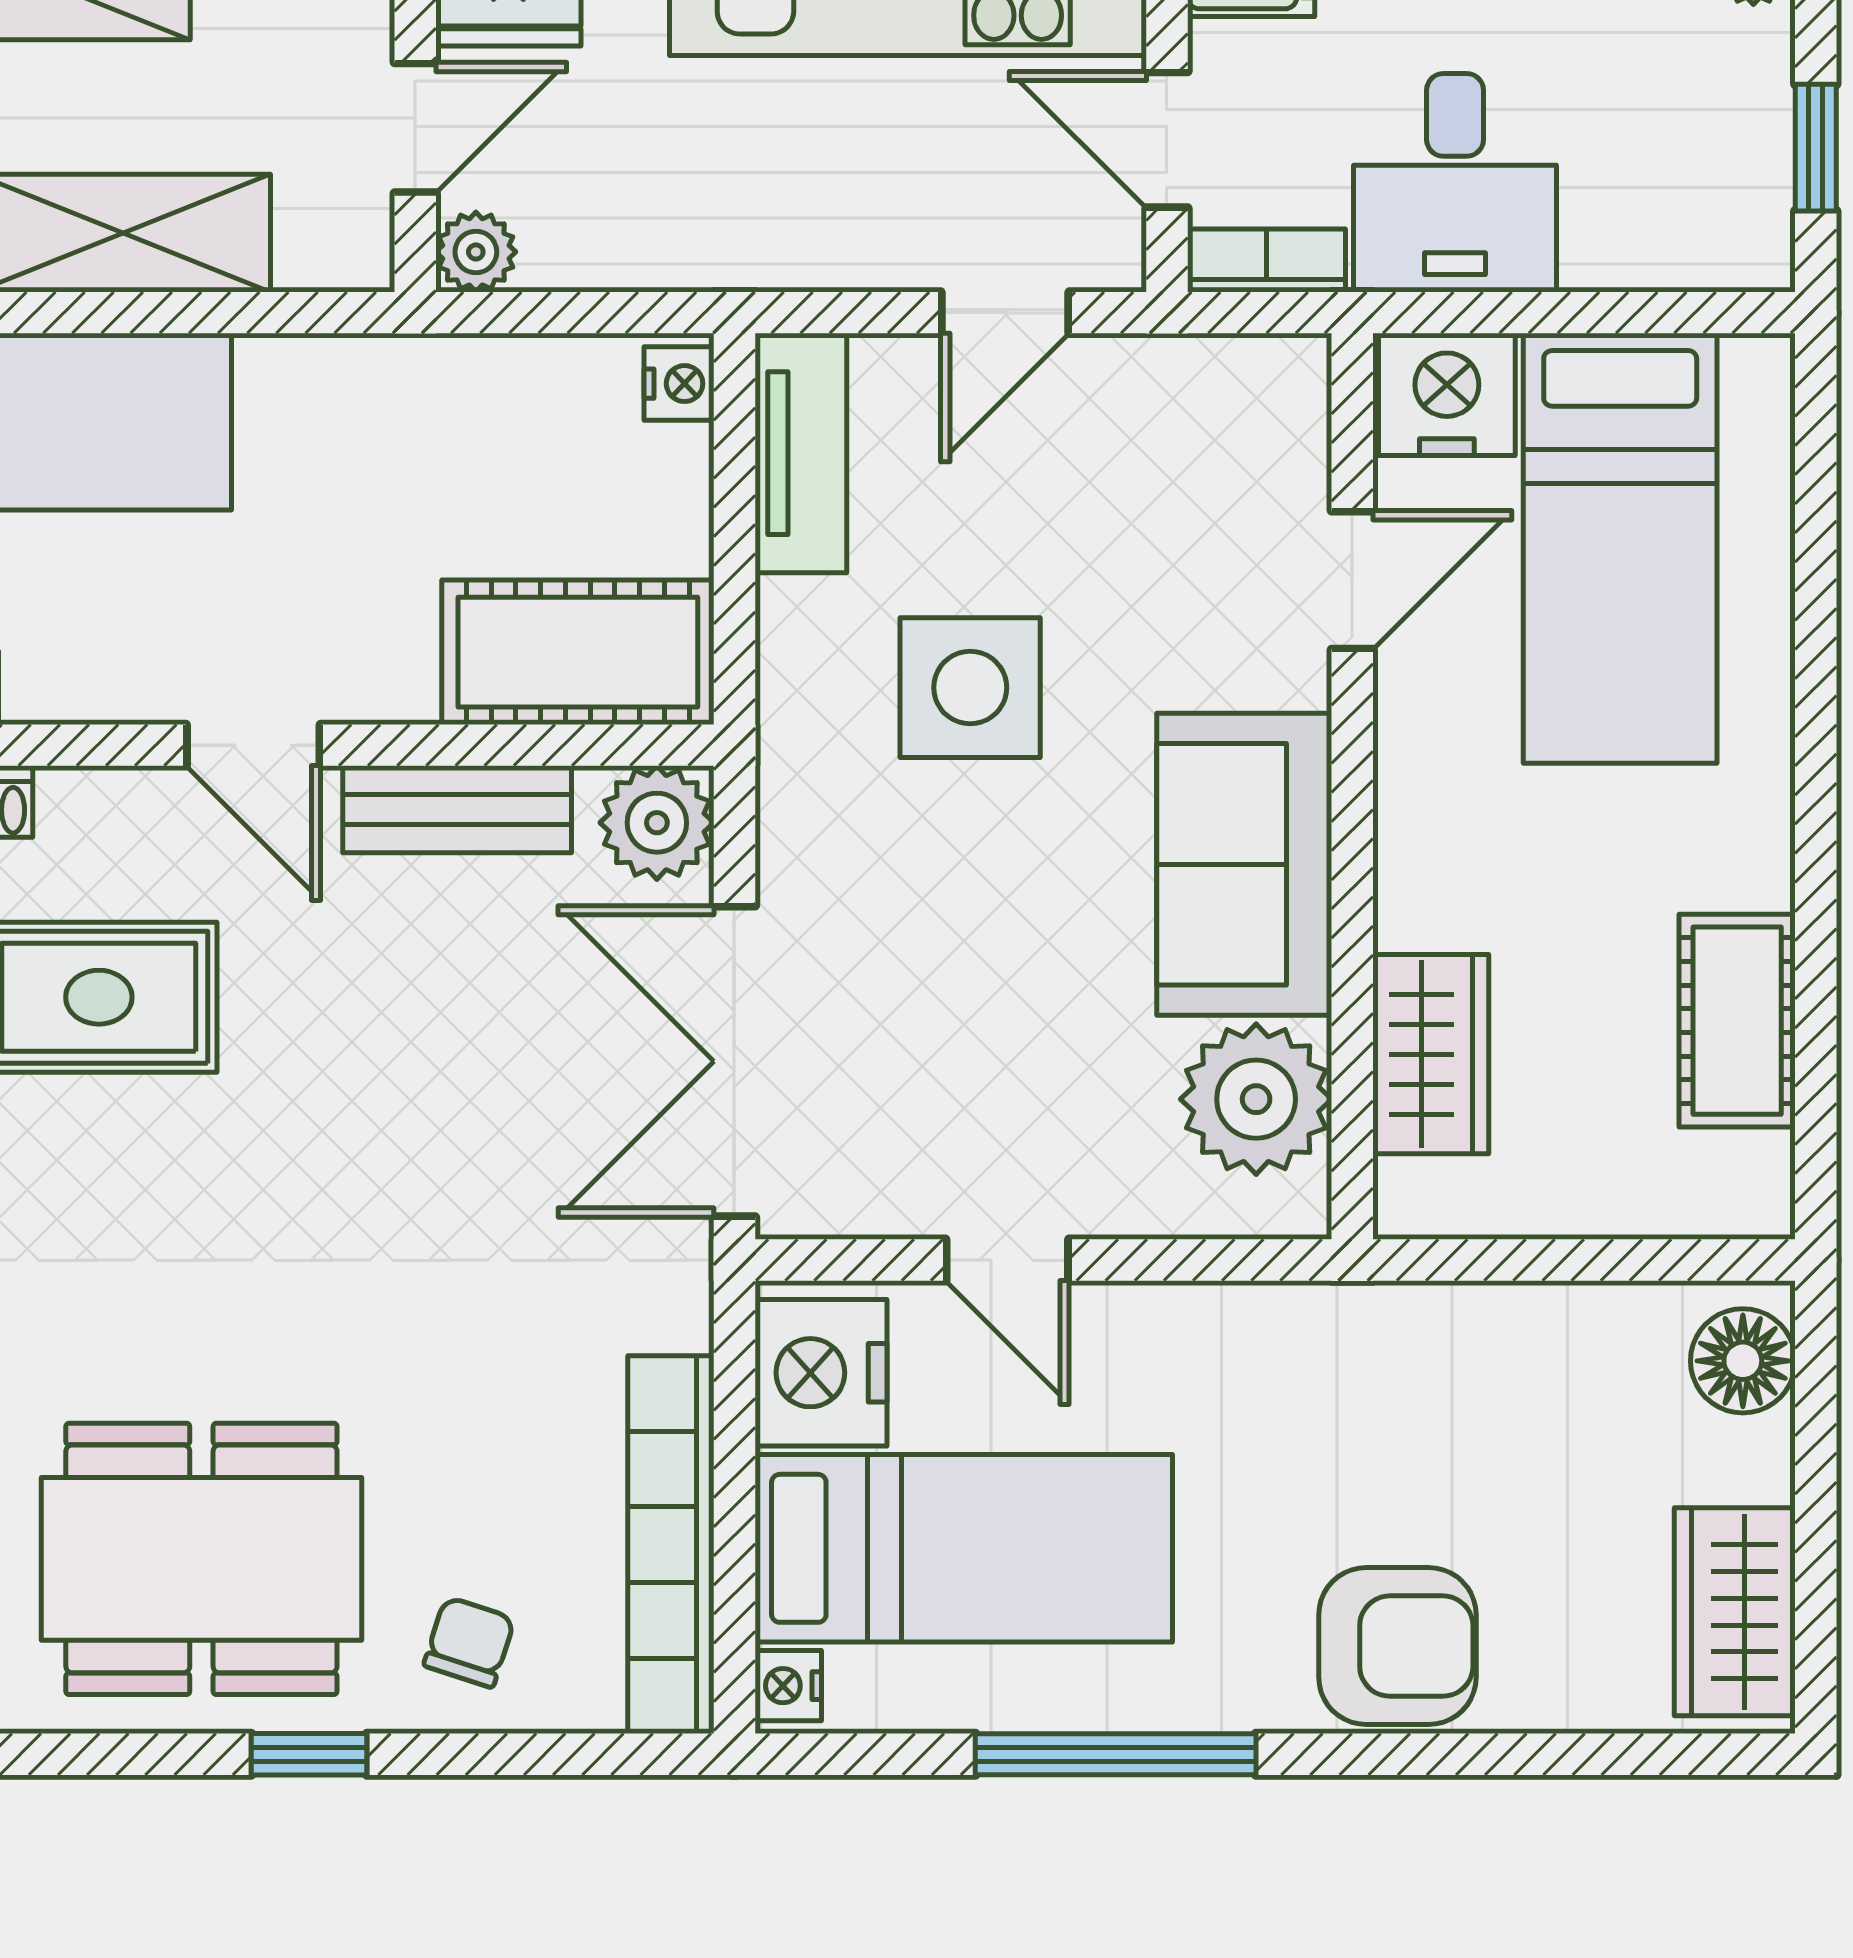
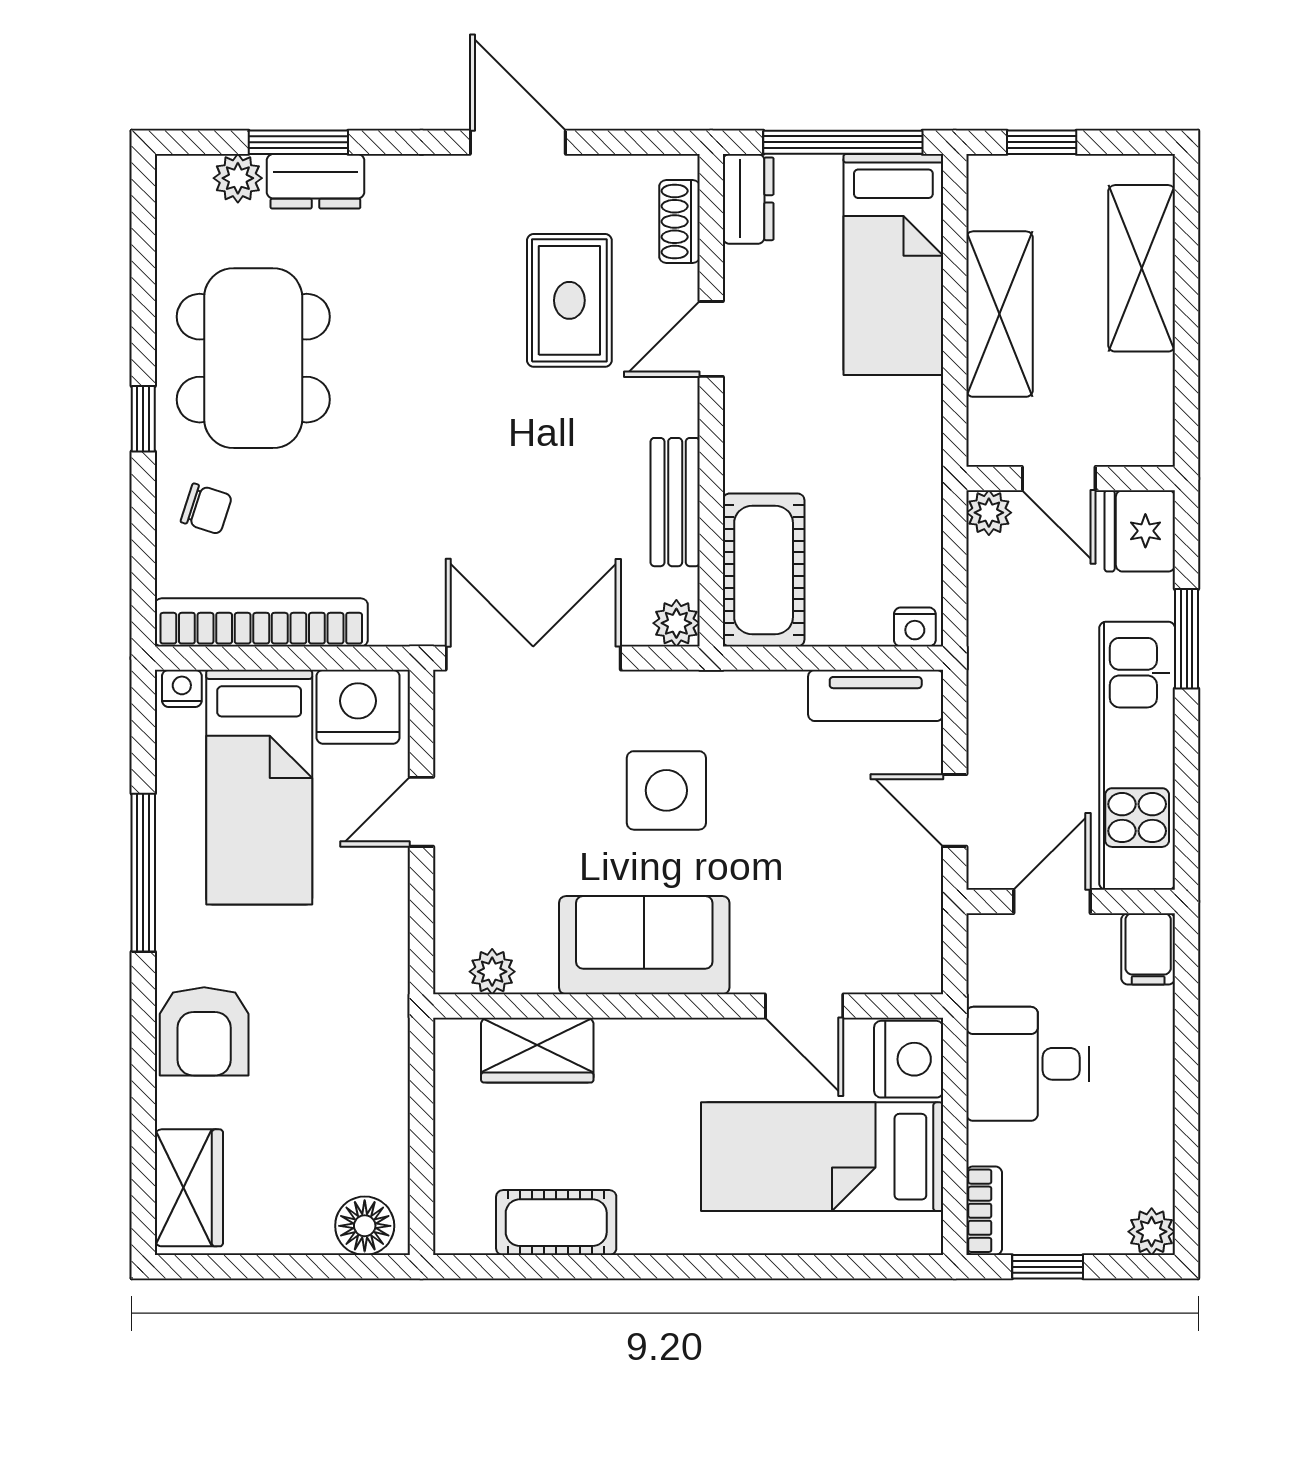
bookcase: (1266, 260) -> (984, 1211), moved
side table: (970, 688) -> (666, 790), moved
door: (253, 745) -> (711, 339), moved
plant: (657, 823) -> (676, 623), width x0.73, depth x0.73
plant: (1256, 1099) -> (492, 972), width x0.53, depth x0.53
wardrobe: (1735, 1612) -> (189, 1188), moved, turned 90

